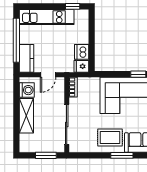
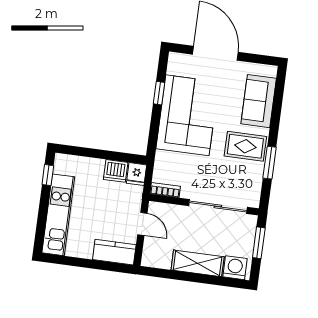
window: (16, 40) -> (86, 263), removed
washing machine: (27, 90) -> (235, 268), moved
rug: (110, 138) -> (245, 146), turned 90
window: (122, 155) -> (270, 163), moved

